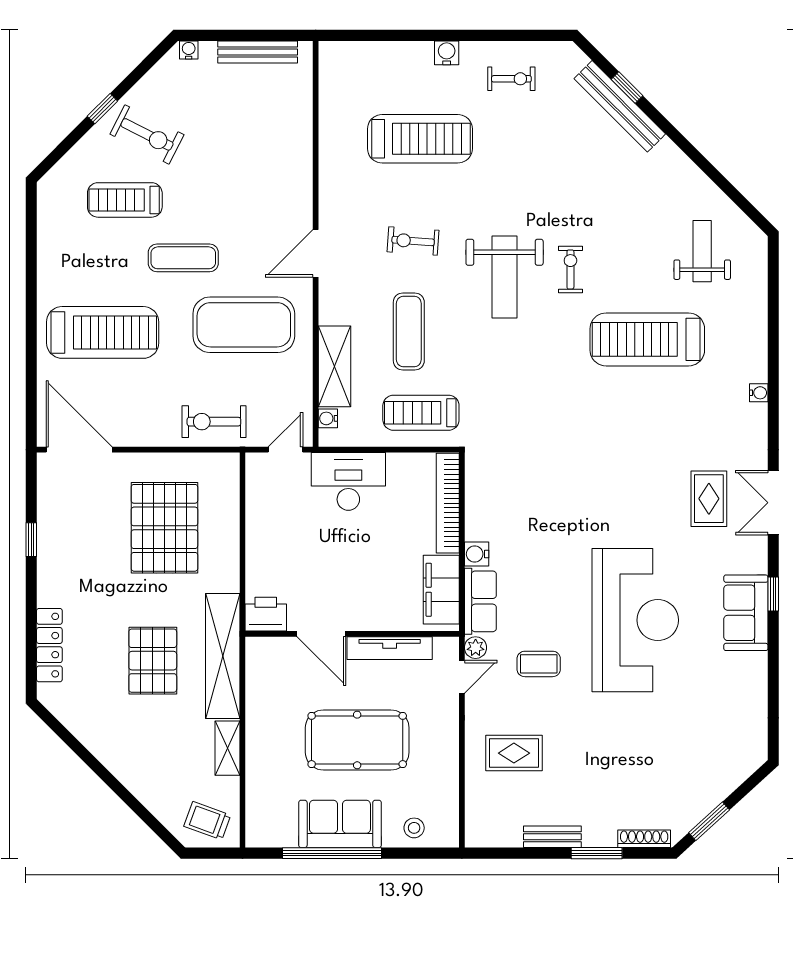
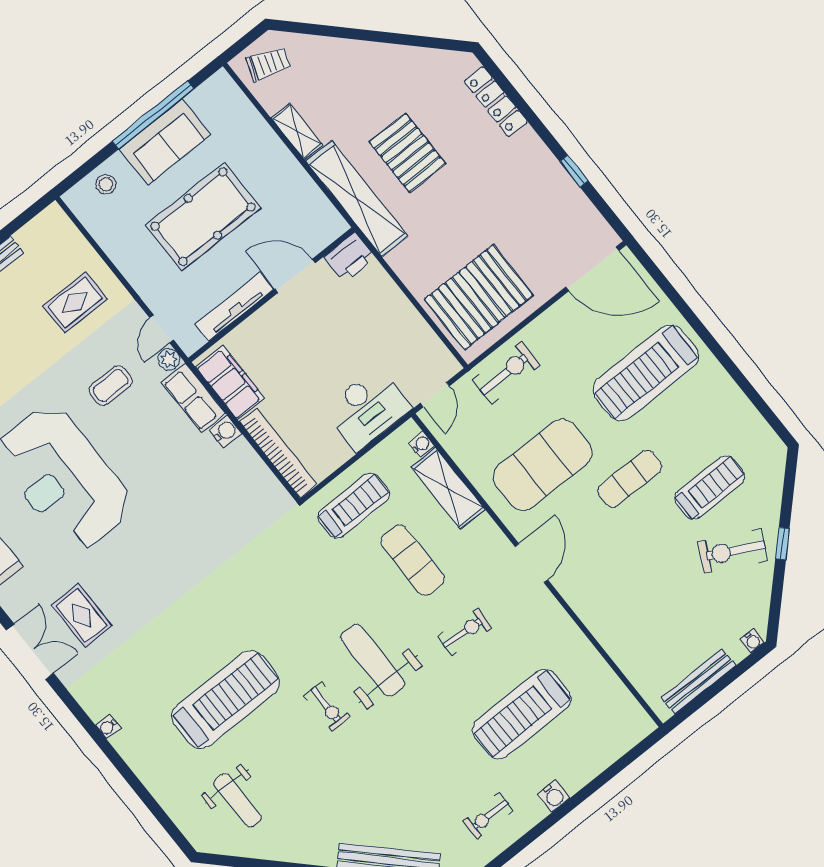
pallet: (164, 528) -> (479, 297), moved, turned 90

